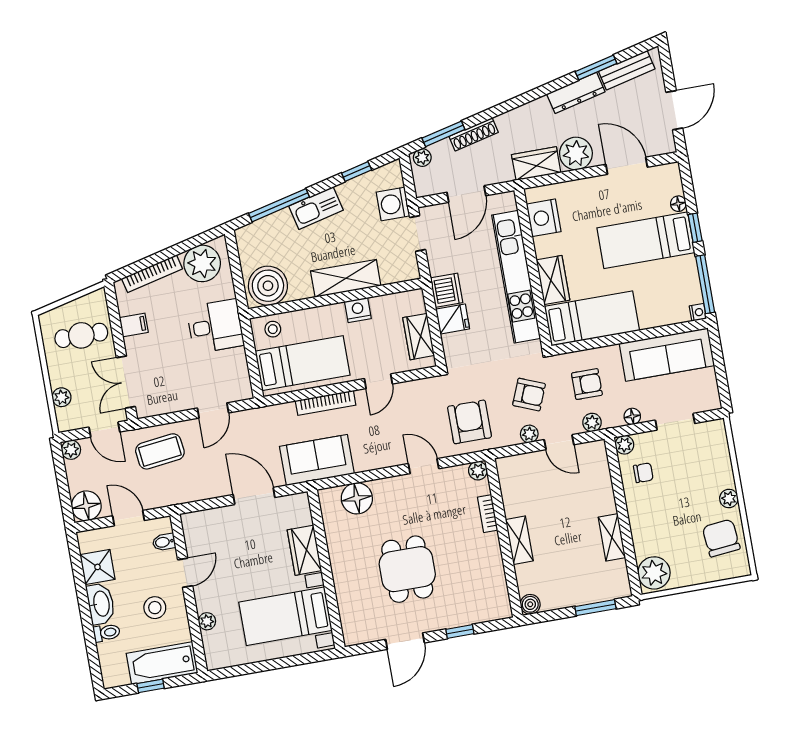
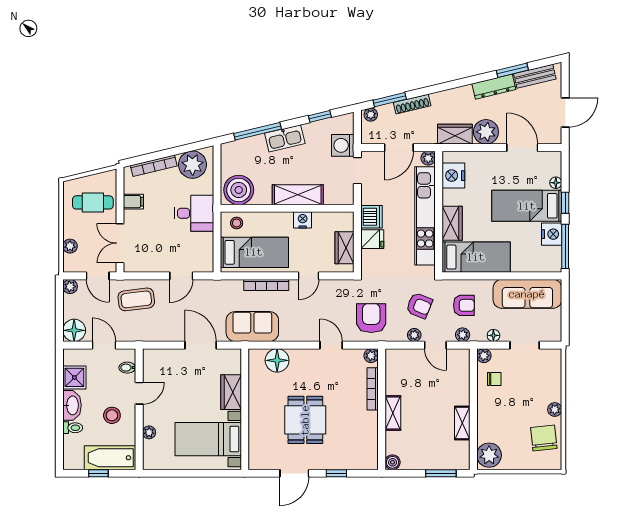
plant: (507, 201) -> (428, 158), added
nightstand: (698, 312) -> (552, 234), moved, width x1.89, depth x1.79
bookcase: (488, 514) -> (373, 389), width x1.56

